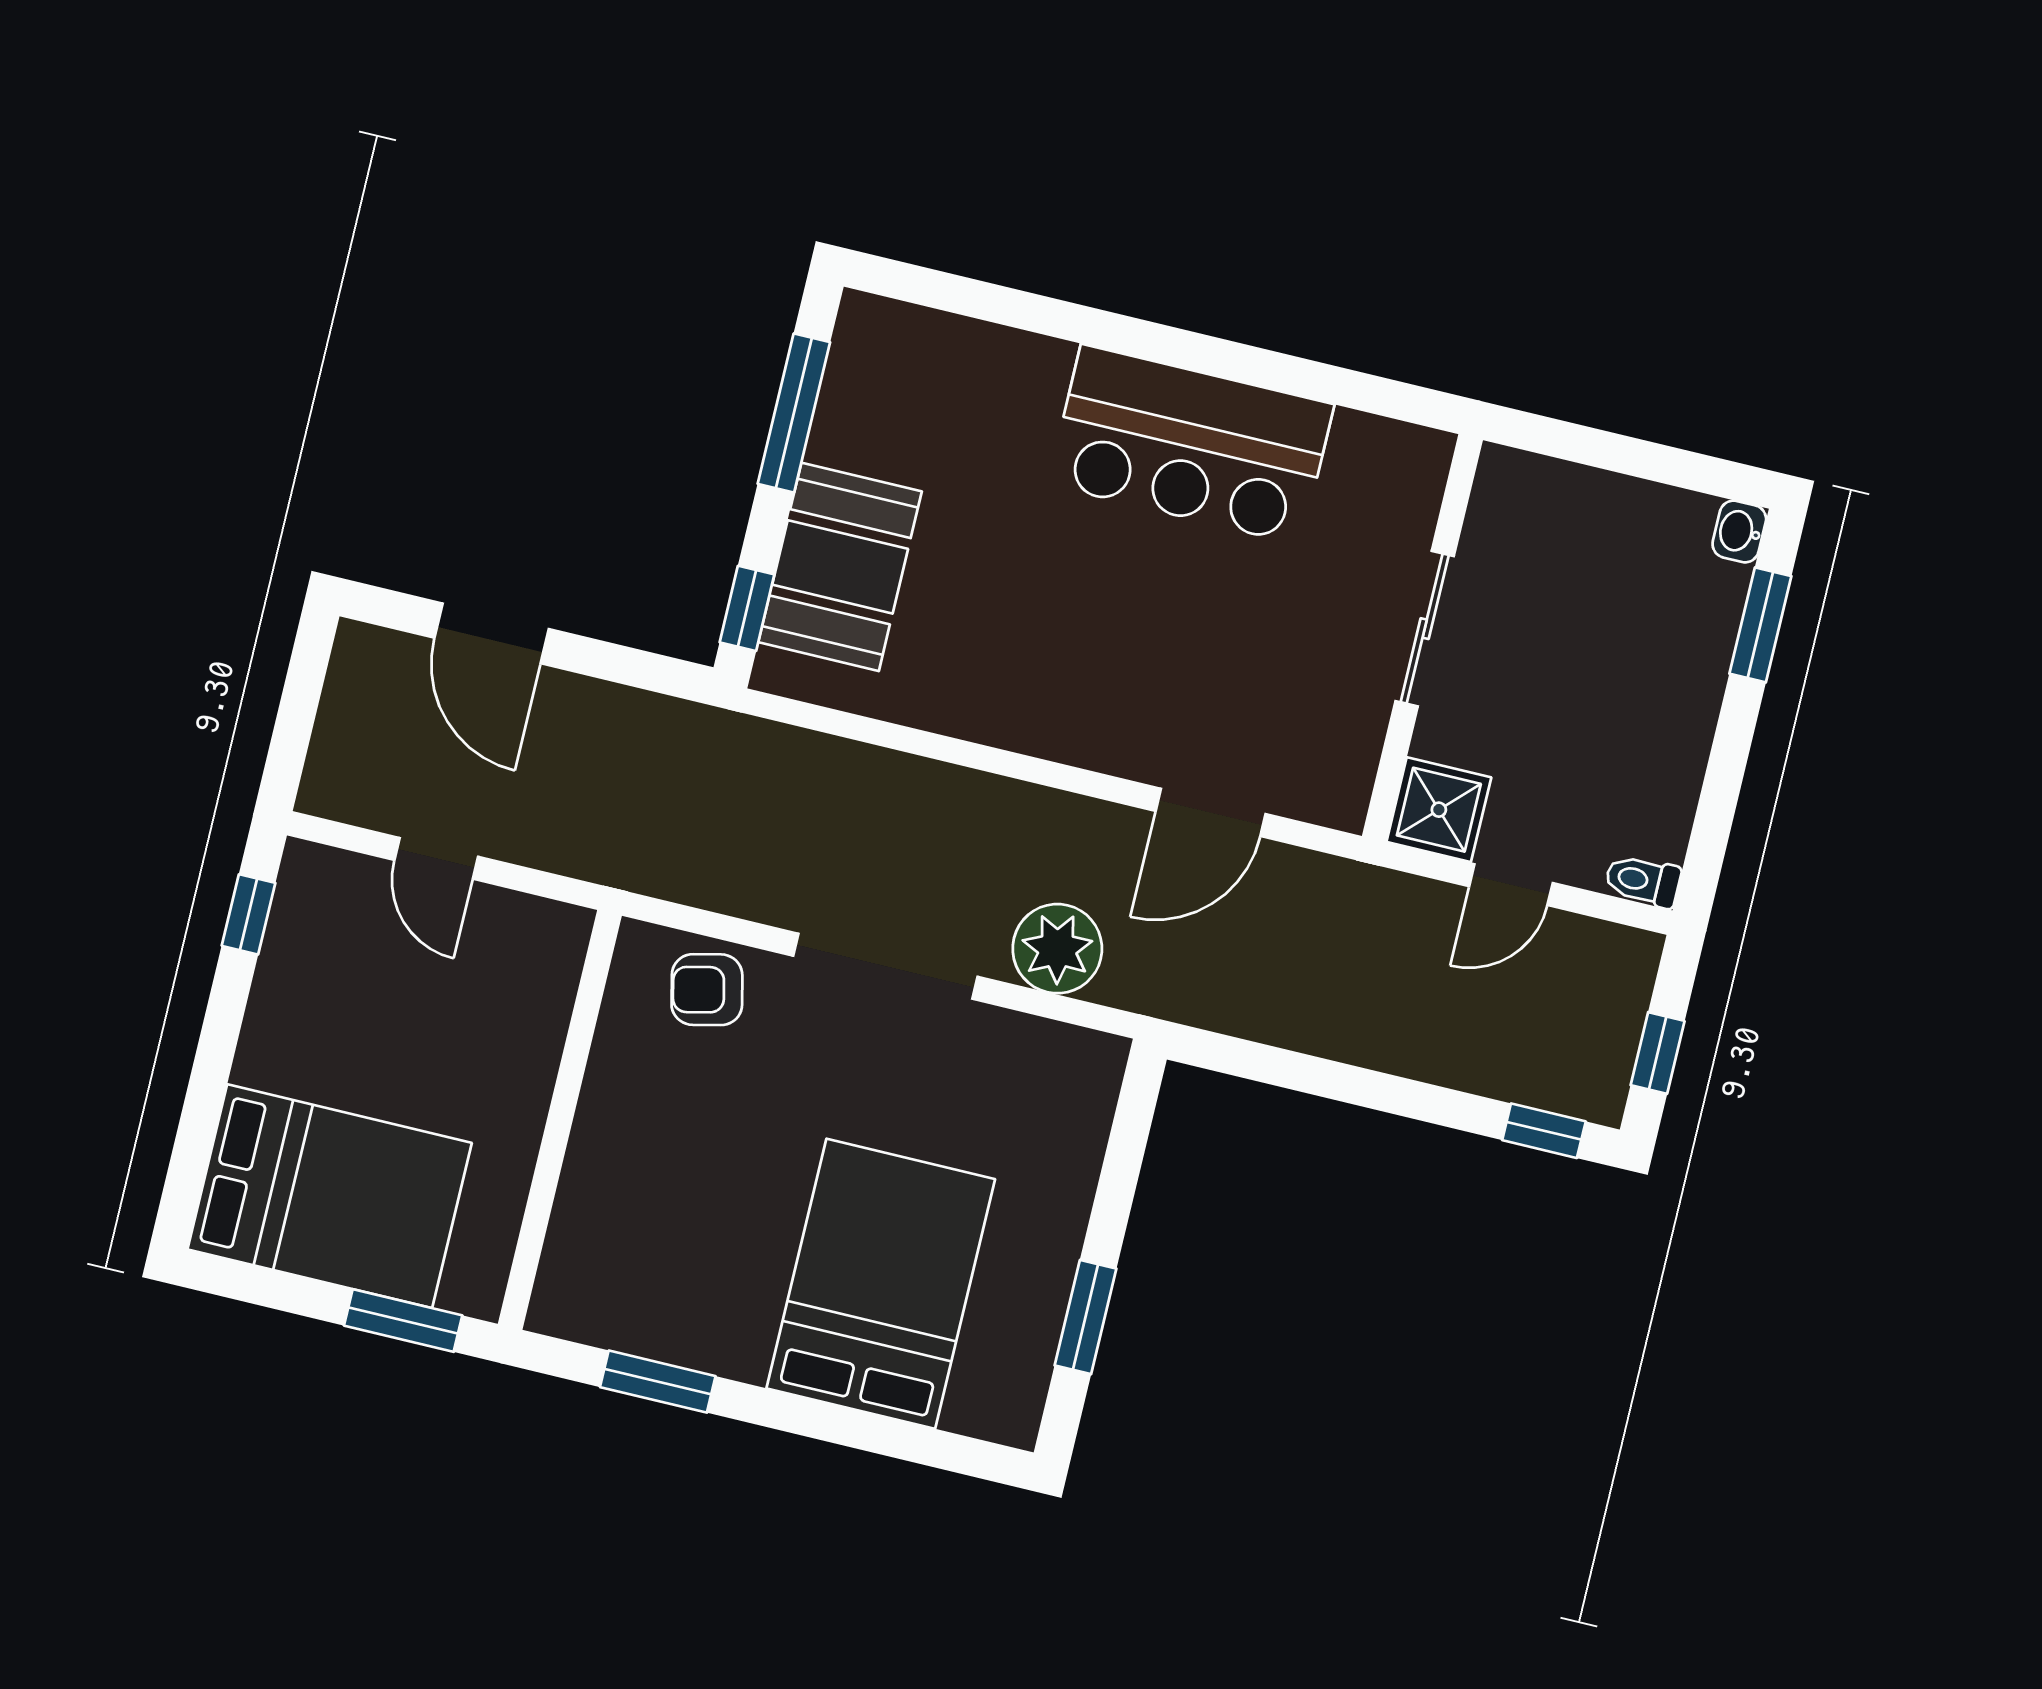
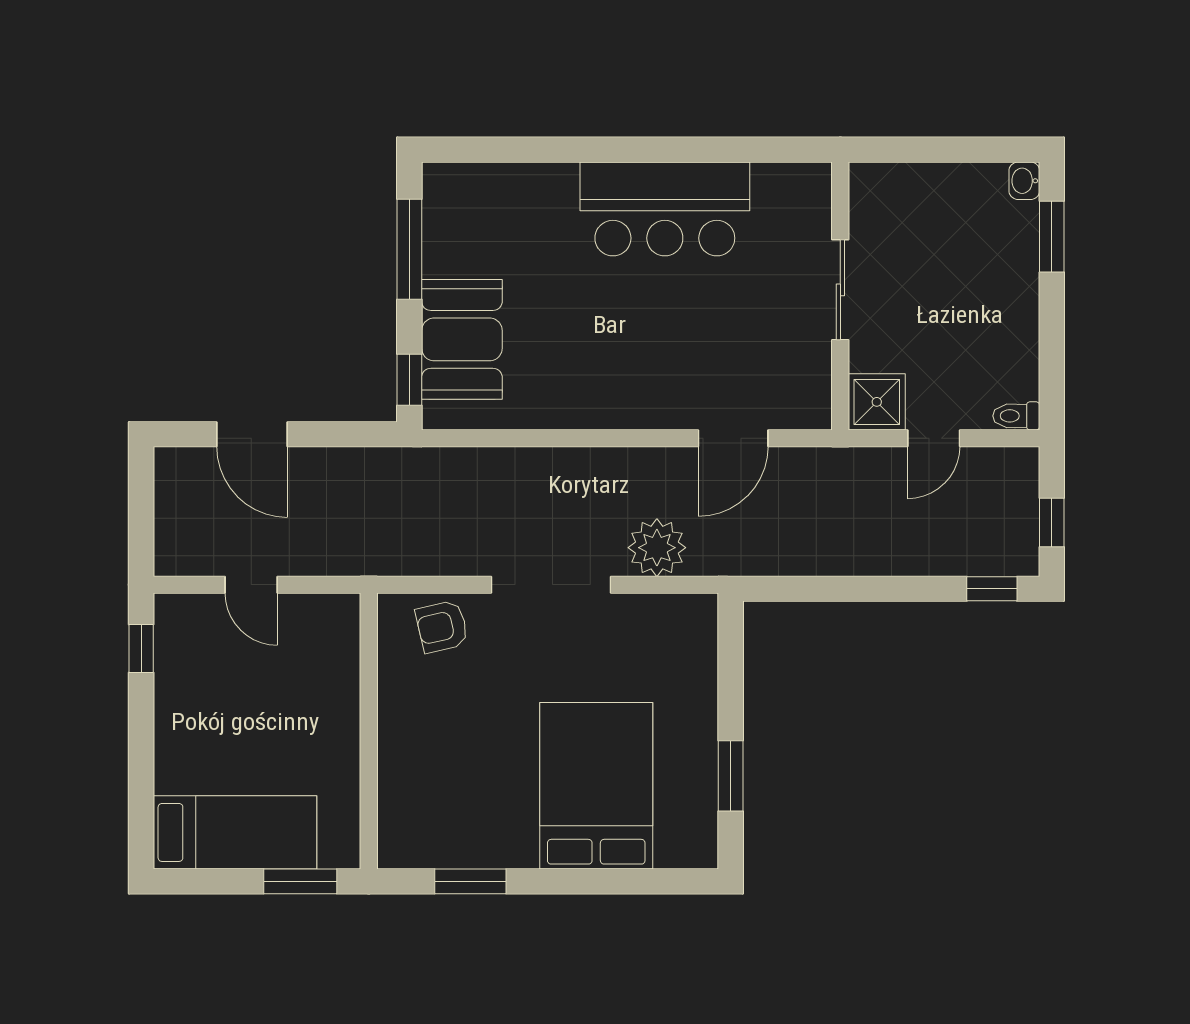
bed: (330, 1196) -> (235, 832), width x0.67

